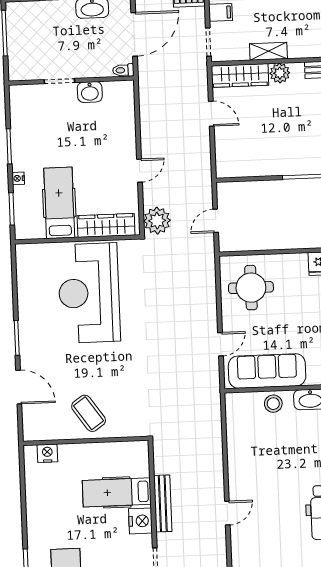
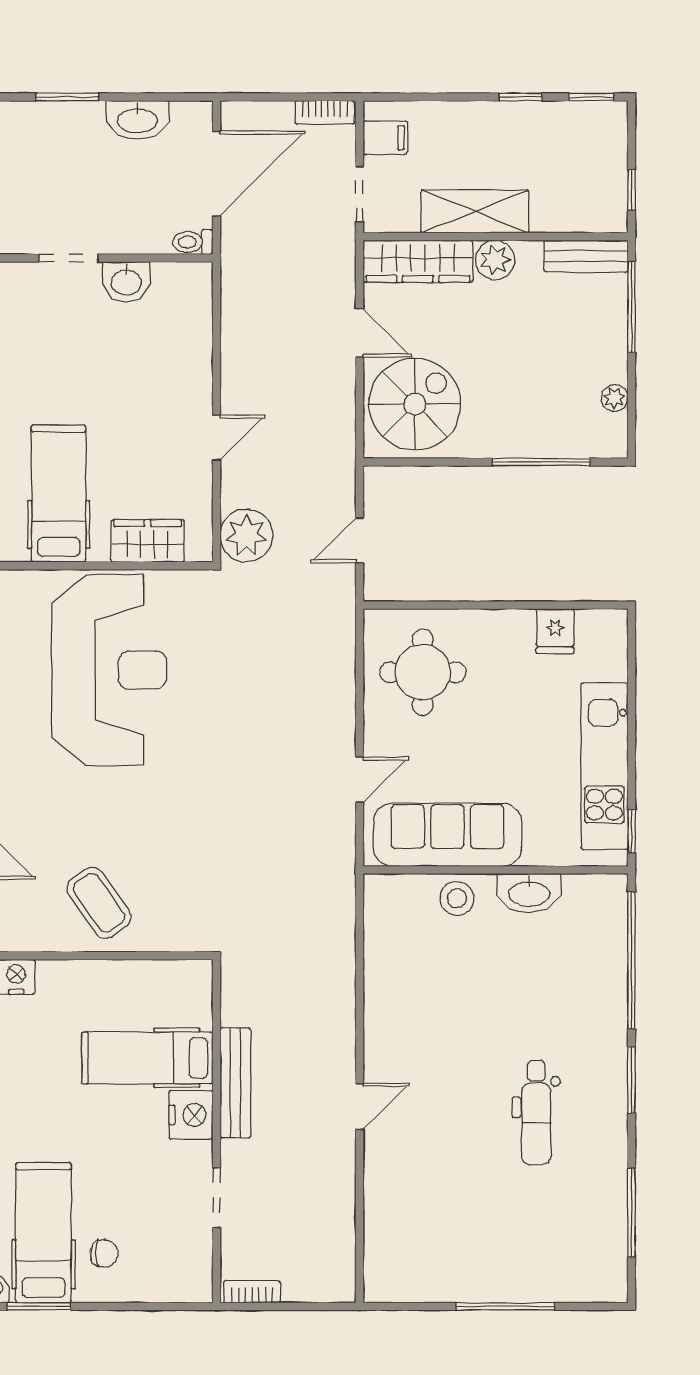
shelving: (268, 51) -> (475, 211), width x1.50, depth x1.33
spiral stairs: (241, 149) -> (415, 404), added
wardrobe: (106, 225) -> (147, 541), width x0.67
reception desk: (89, 293) -> (109, 670), turned 180

